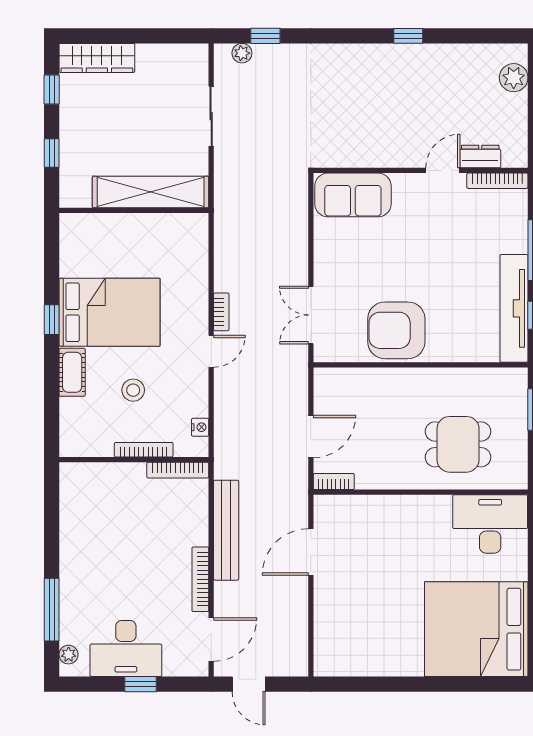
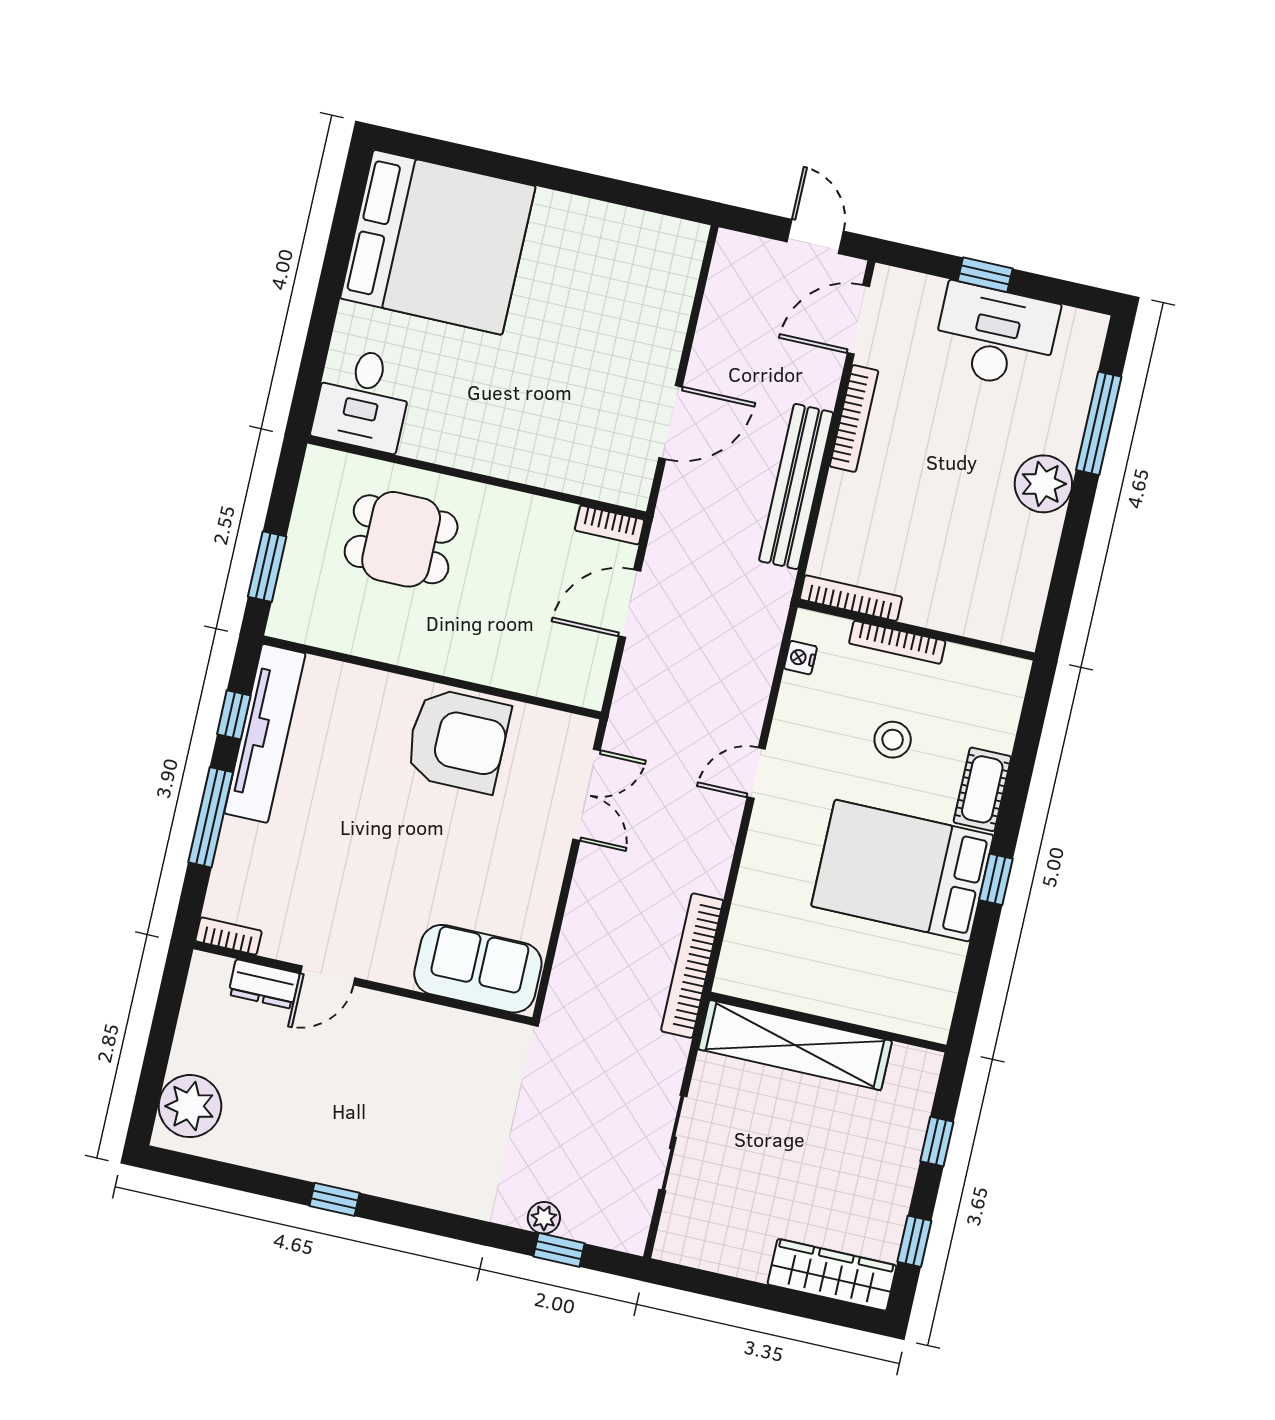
plant: (242, 53) -> (544, 1218), moved
plant: (514, 78) -> (190, 1106), width x1.36, depth x1.36
bookcase: (497, 181) -> (228, 936), width x0.64
bookcase: (221, 312) -> (692, 966), moved, width x2.31, depth x1.31
desk: (490, 524) -> (363, 399), width x0.73
plant: (69, 655) -> (1043, 484), moved, width x1.88, depth x1.88

